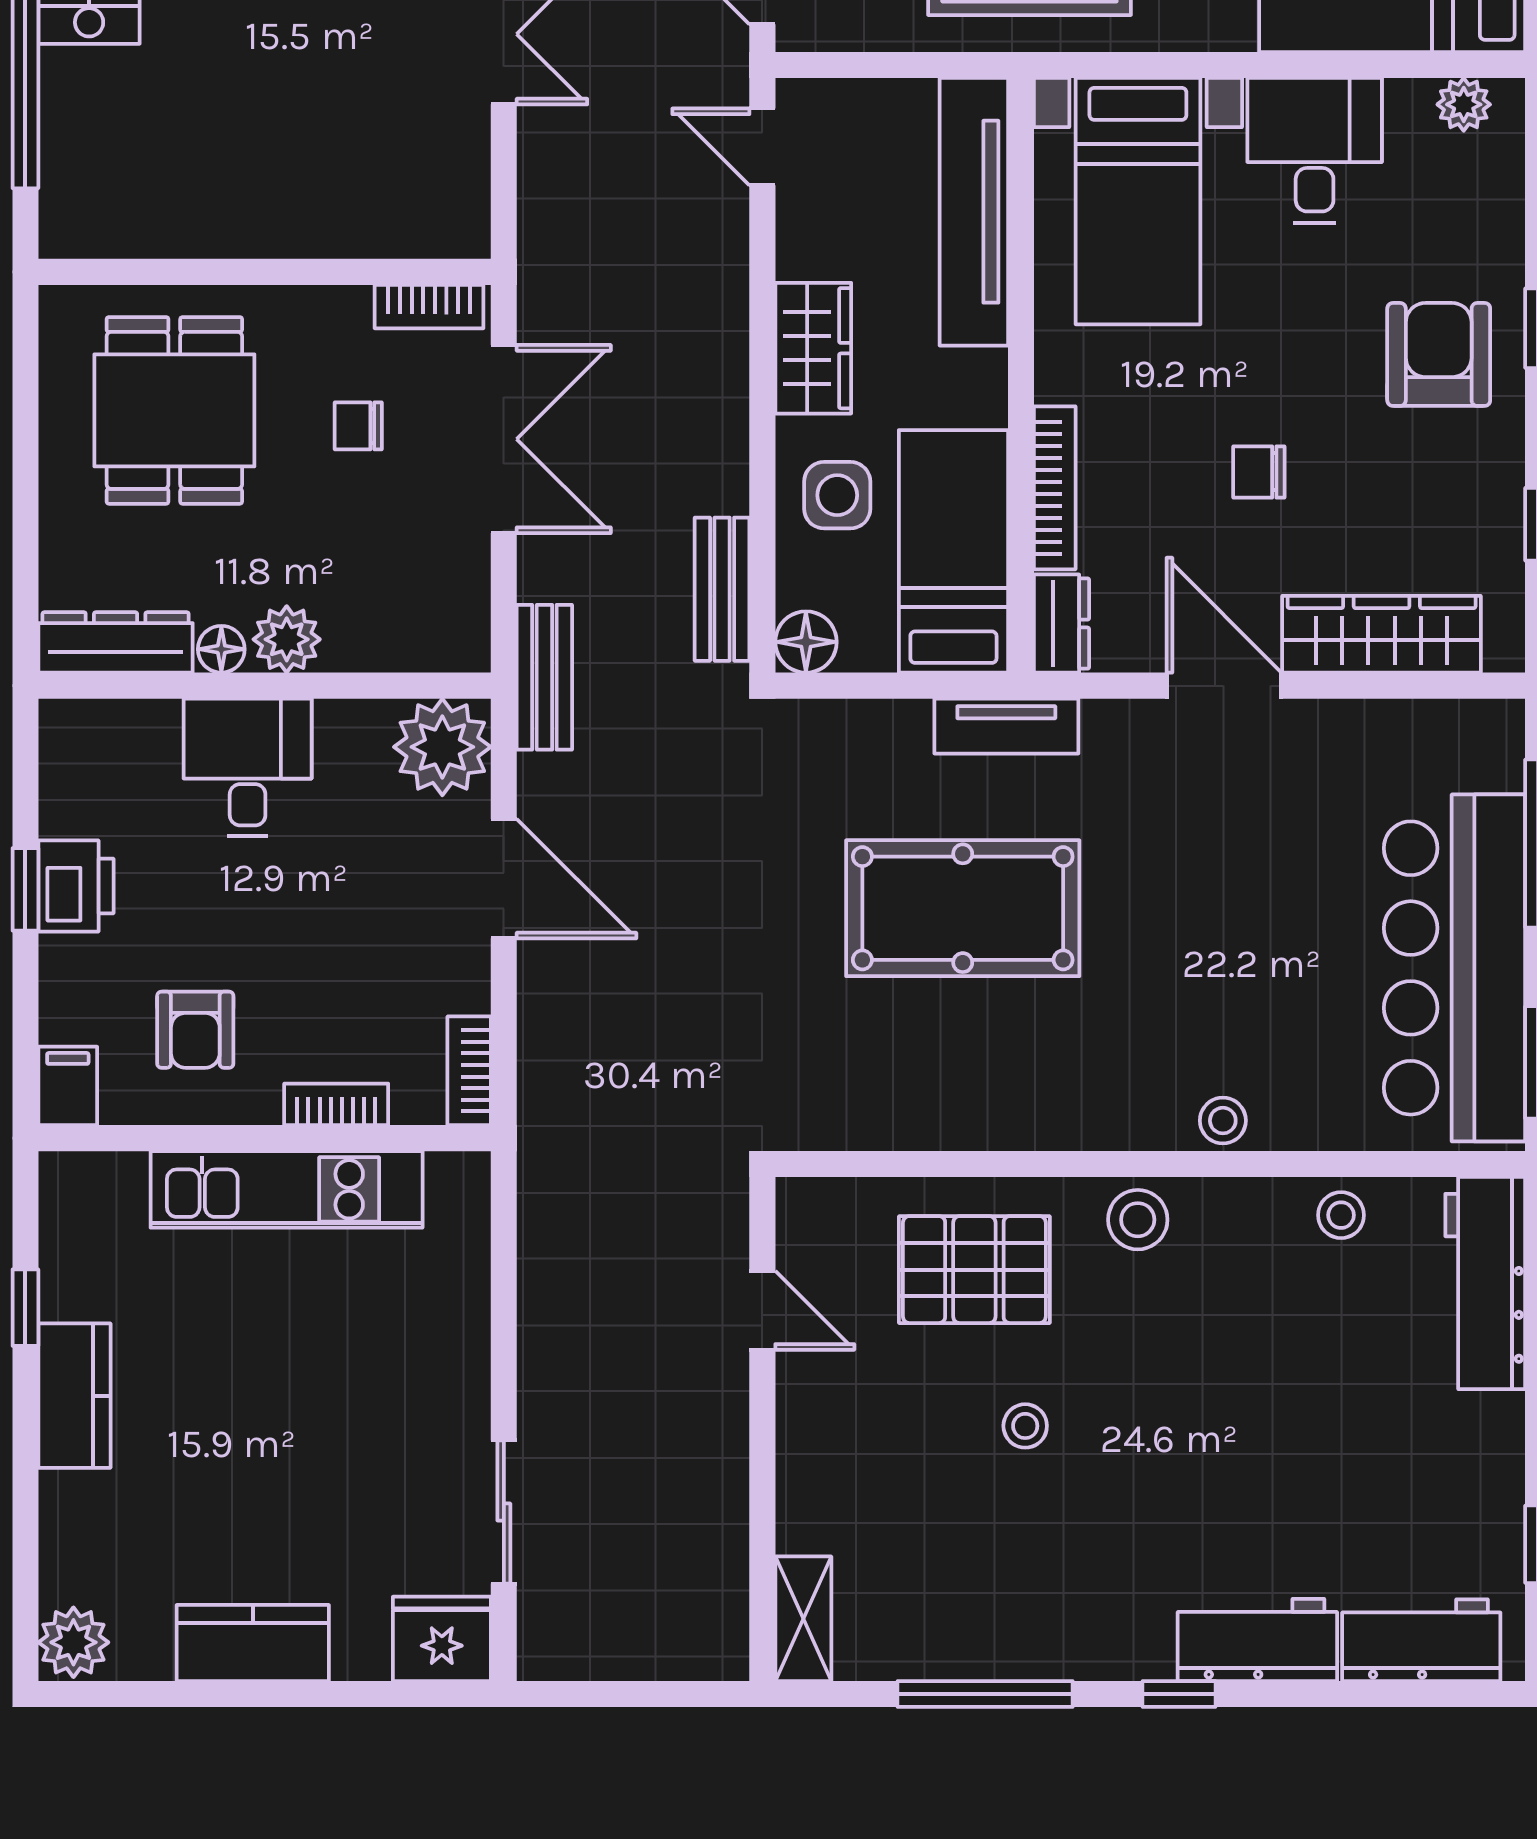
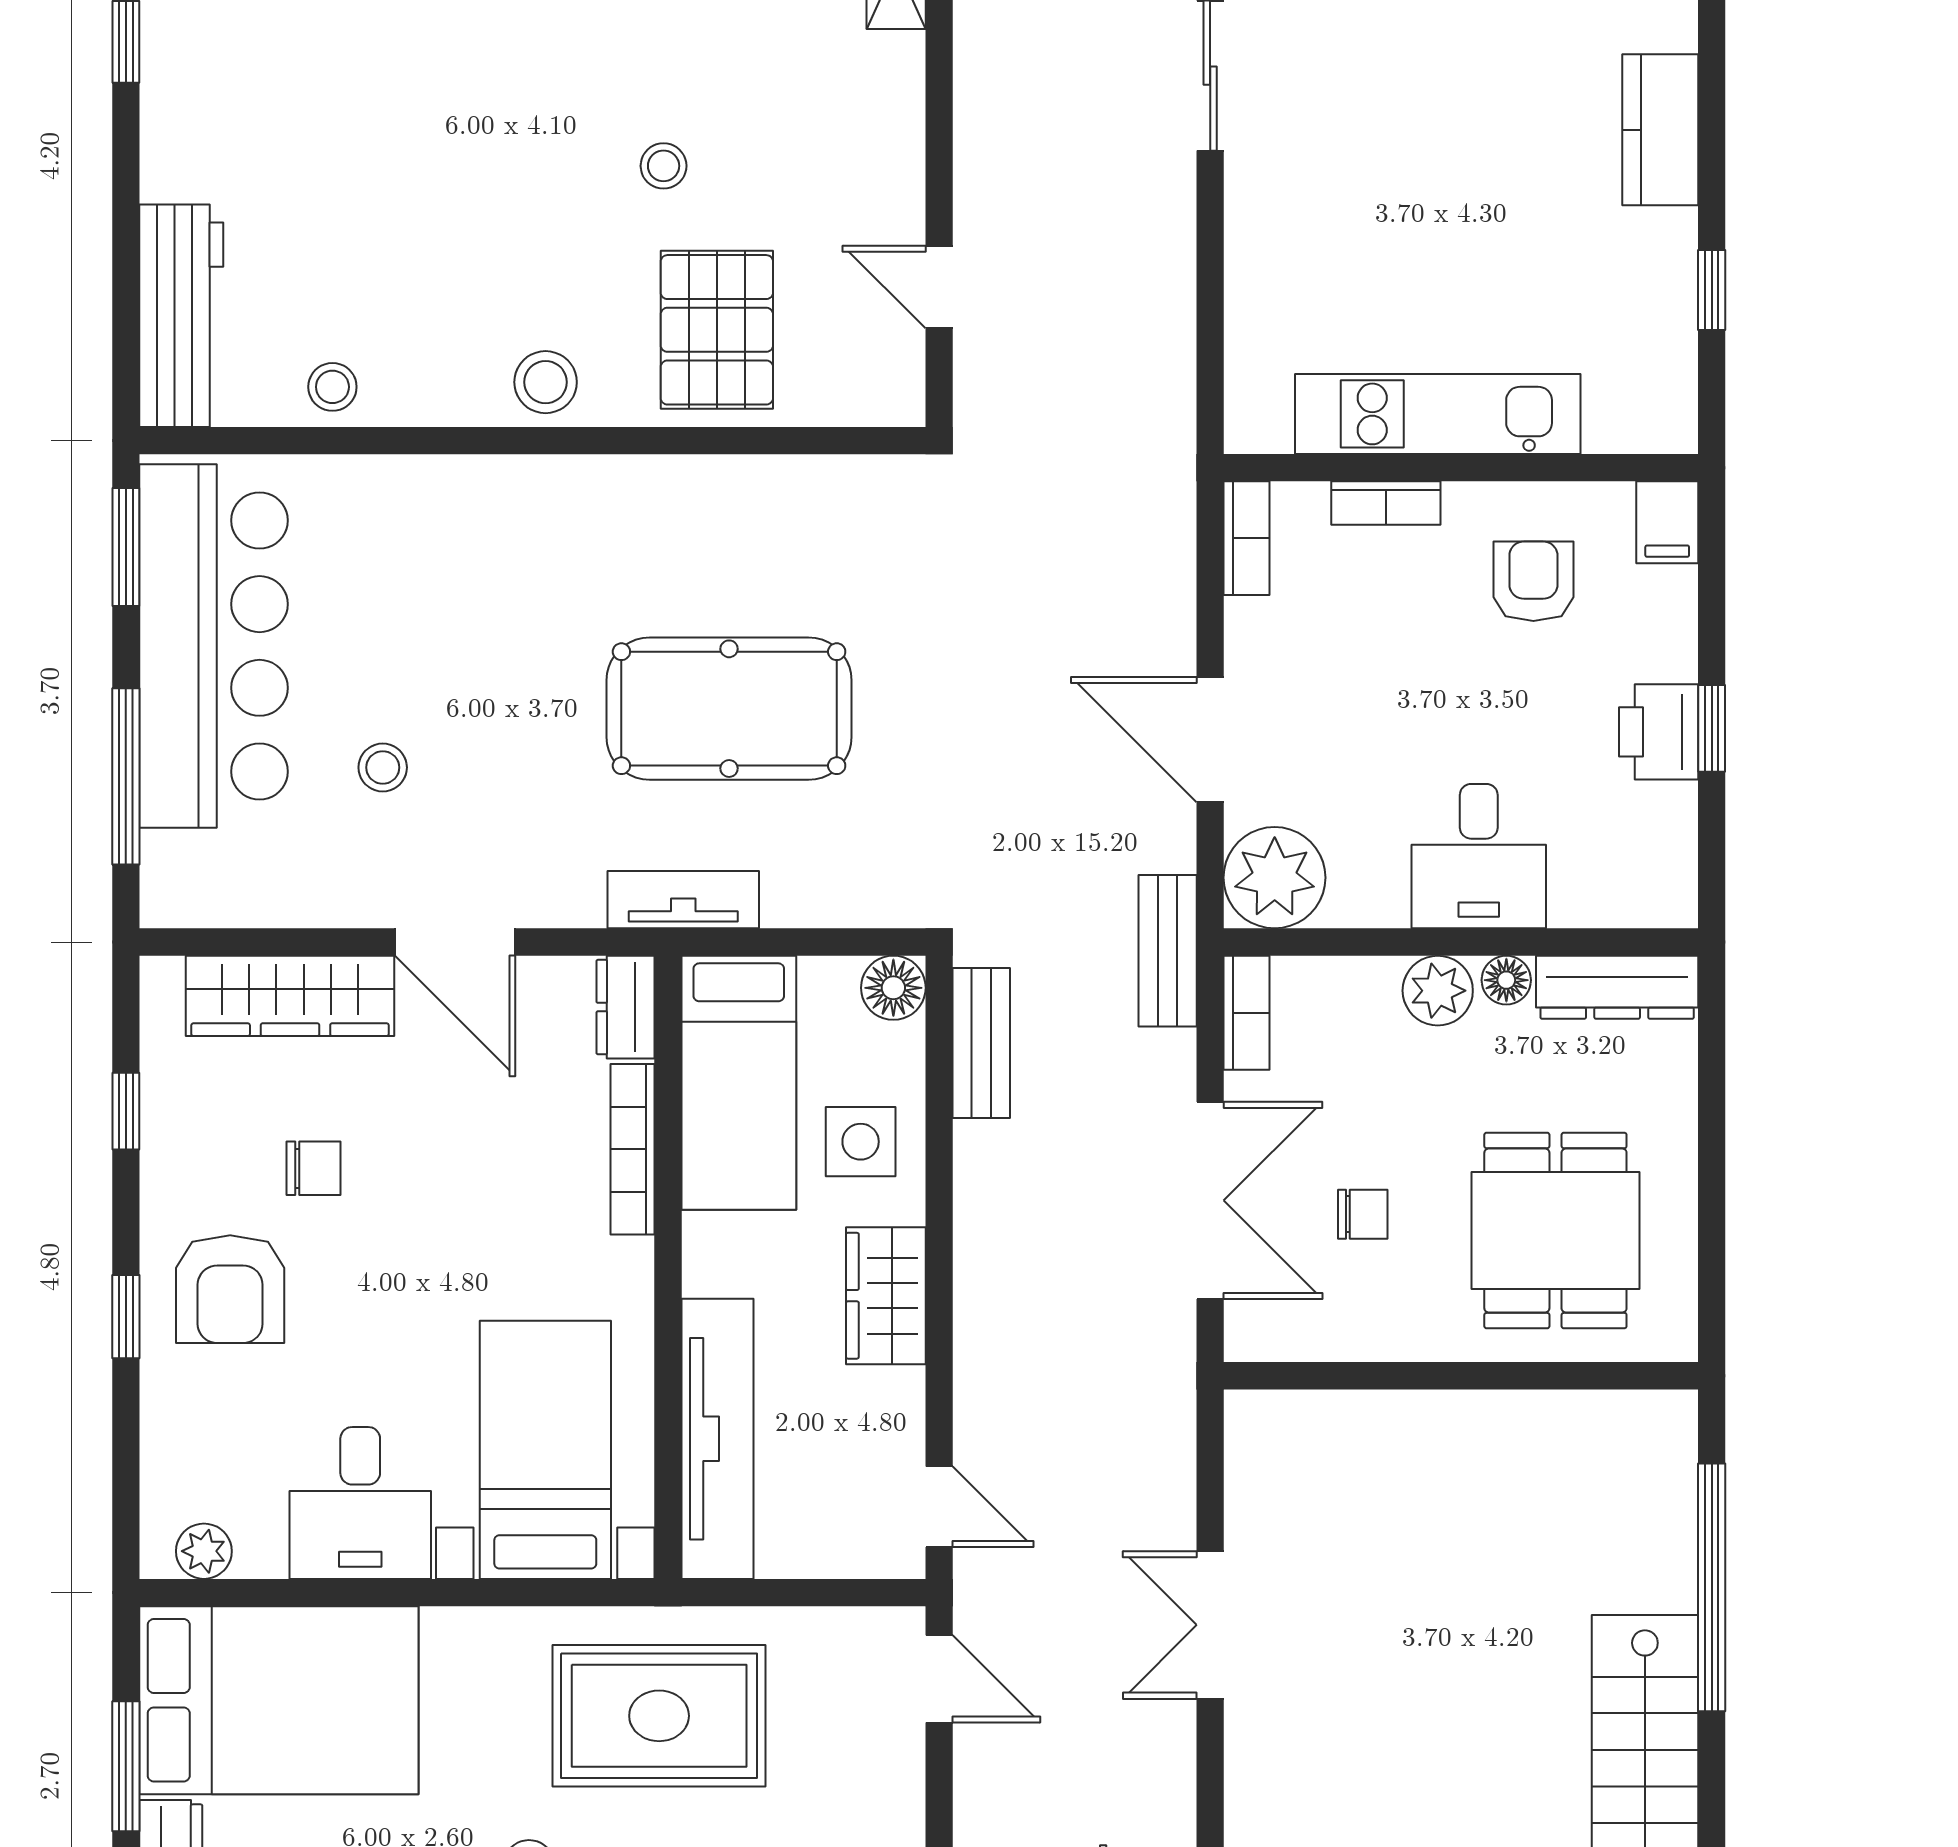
bookcase: (429, 307) -> (1247, 1013), moved, turned 90
double door: (504, 439) -> (1210, 1200), swing flipped
chair: (1259, 472) -> (313, 1168), moved
stool: (1223, 1121) -> (383, 767), moved
pallet: (974, 1270) -> (717, 330), turned 90
kitchen counter: (74, 1396) -> (1660, 130), moved

